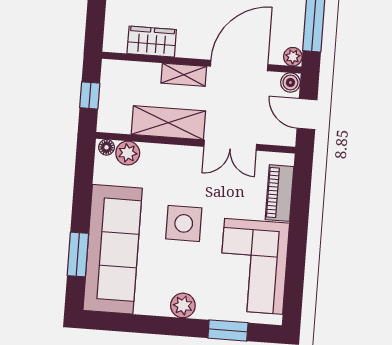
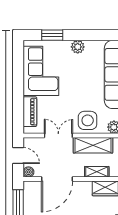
plant: (293, 57) -> (28, 186), removed
shelving: (184, 75) -> (97, 172), moved
side table: (184, 223) -> (88, 120), moved

